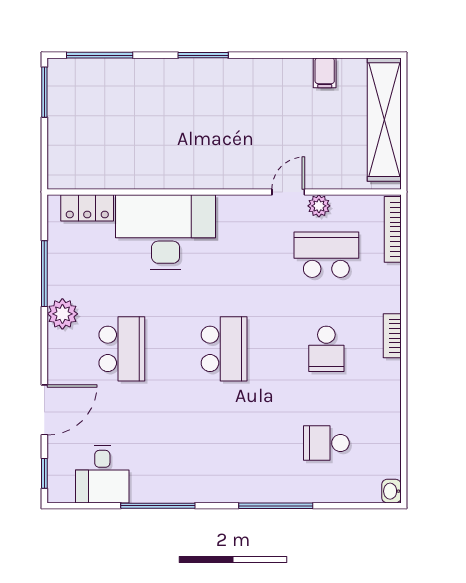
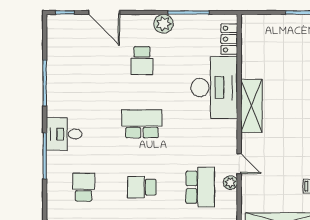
shelving: (195, 172) -> (251, 106), added
school desk: (122, 349) -> (142, 61), width x0.54
school desk: (224, 349) -> (142, 124), turned 180
desk: (102, 474) -> (64, 134), moved

